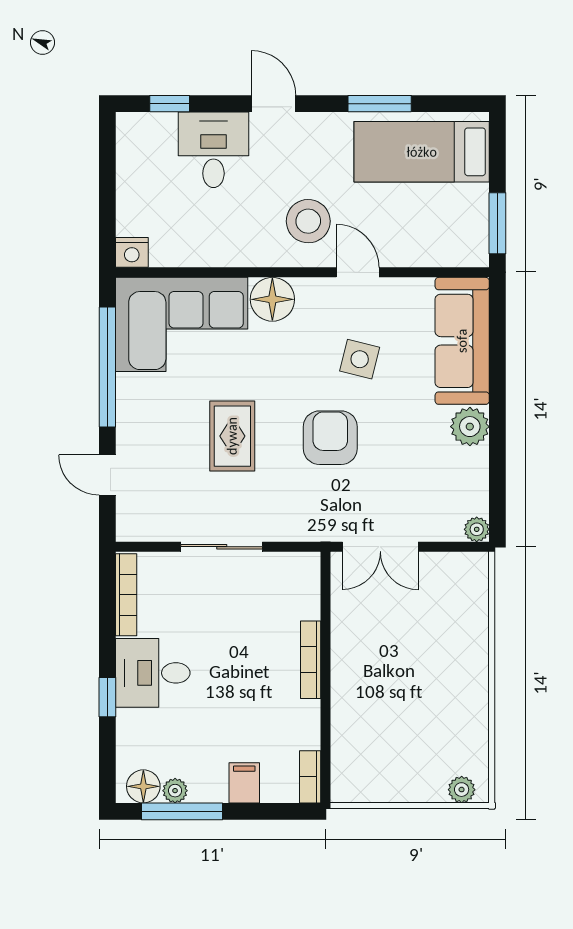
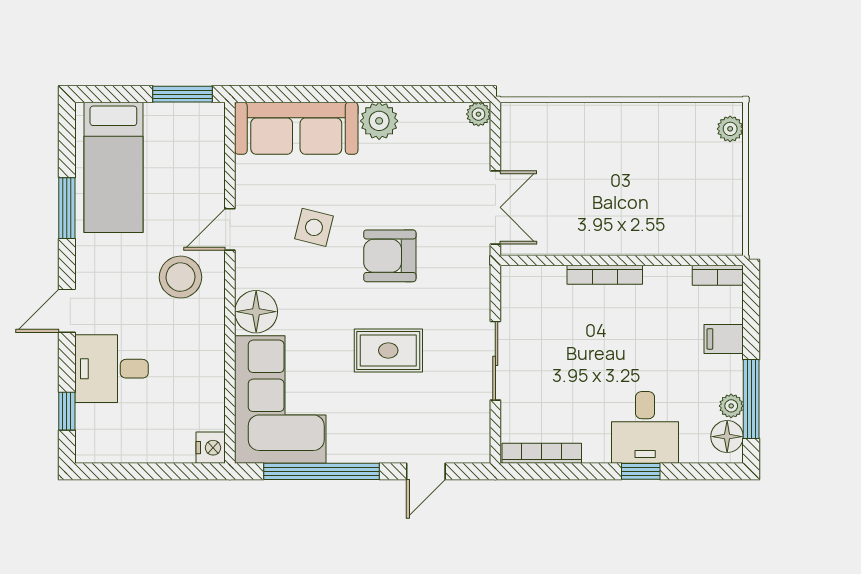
desk: (153, 673) -> (645, 427), moved

